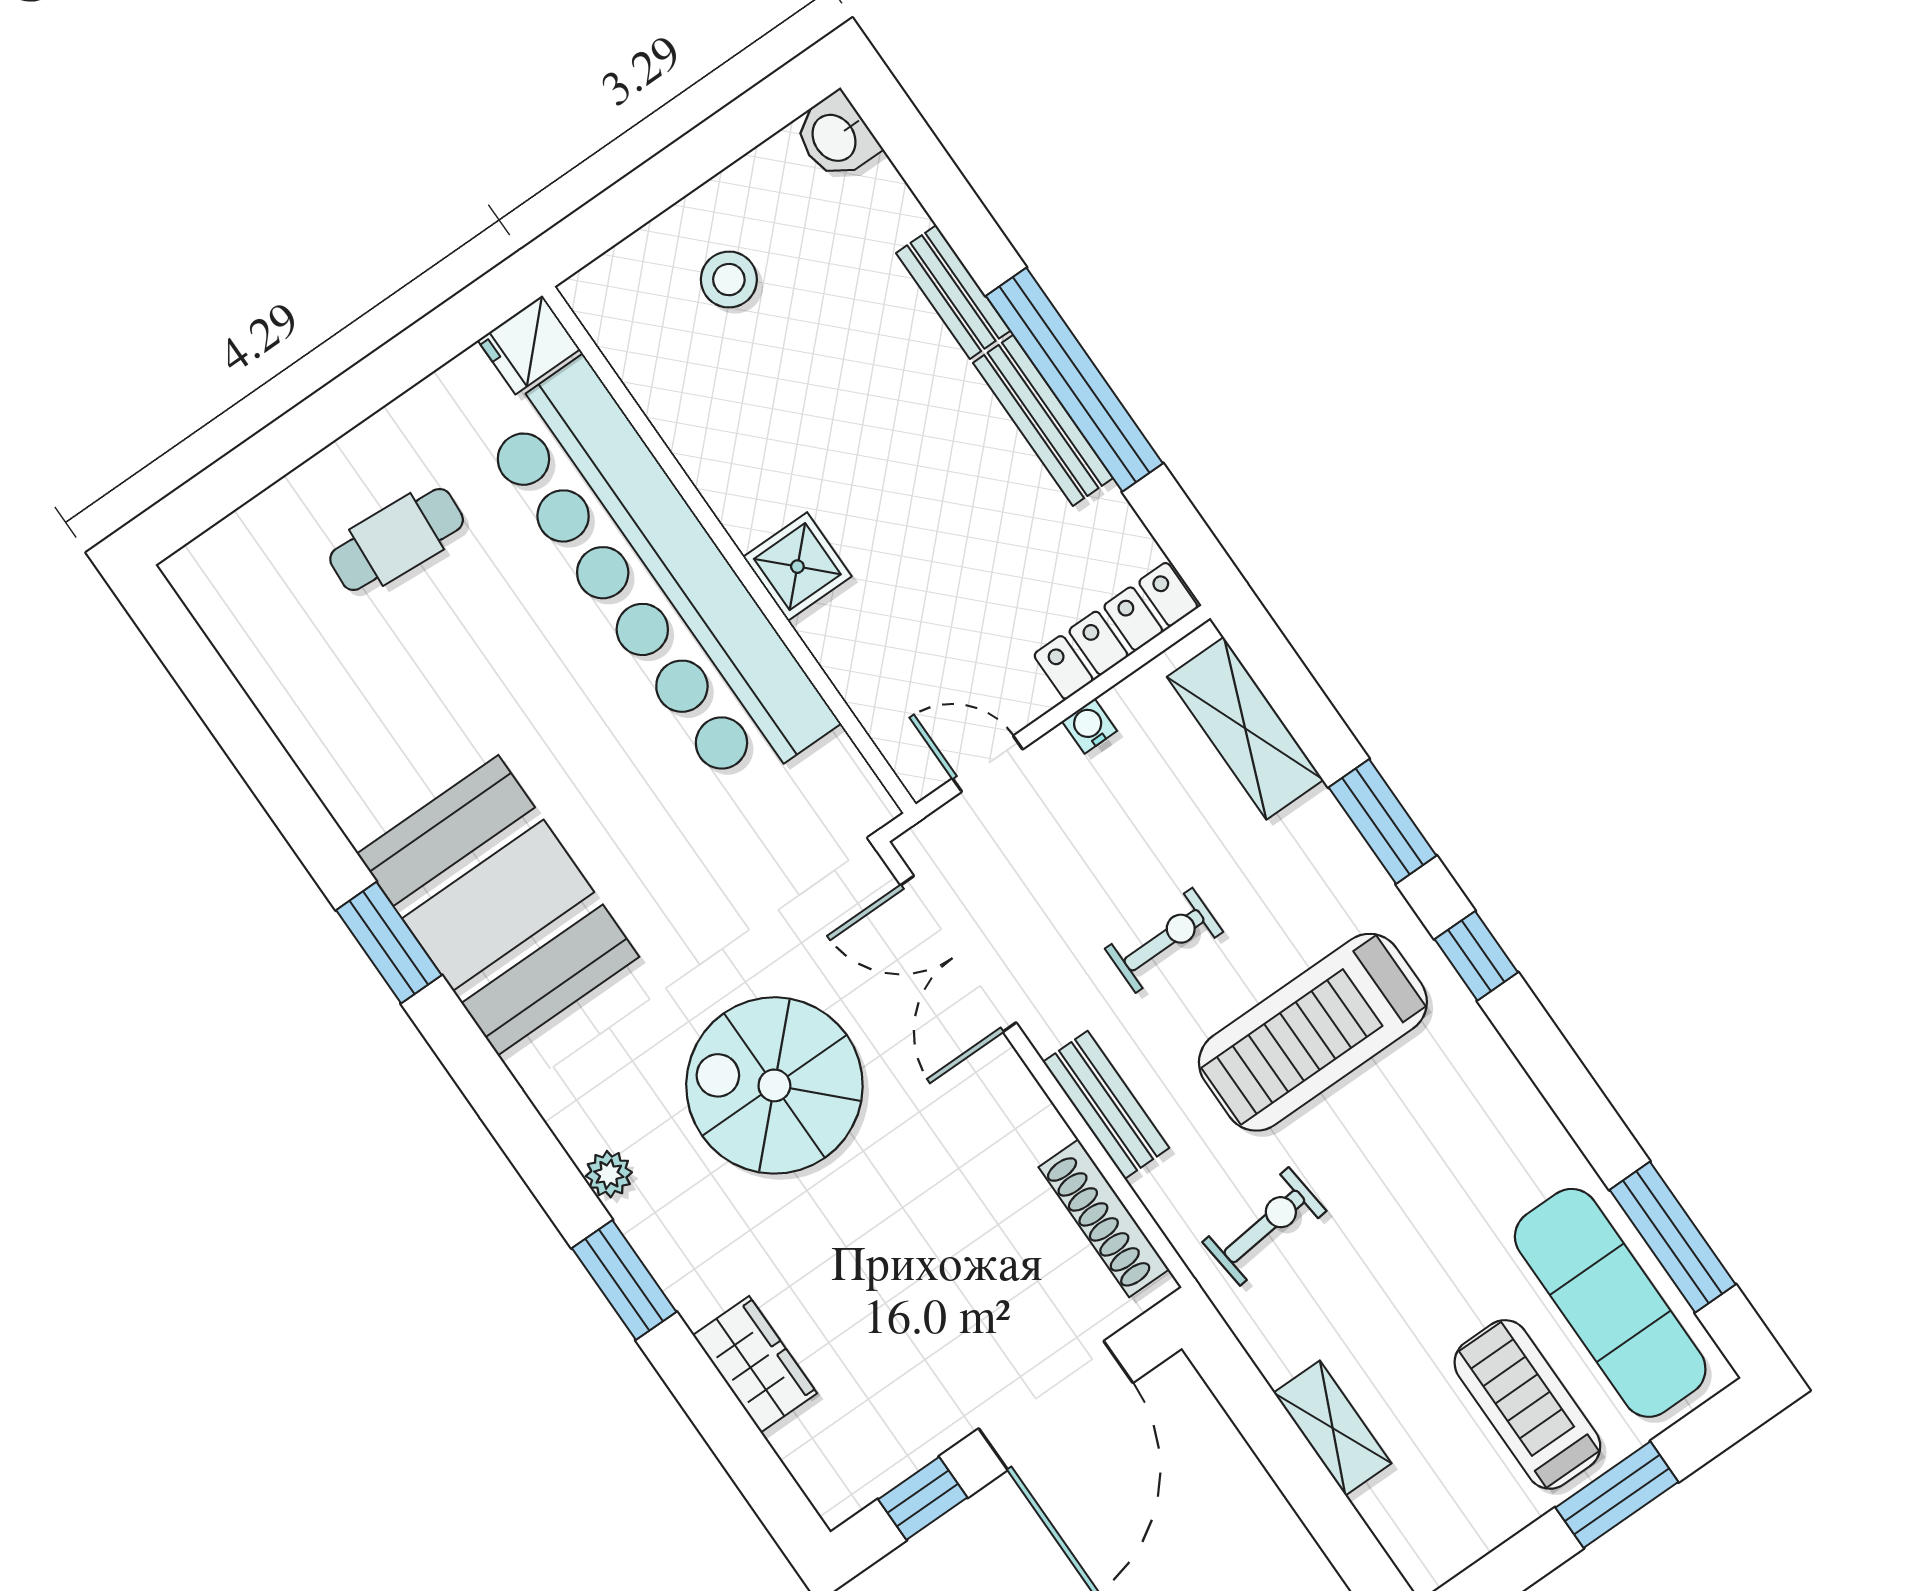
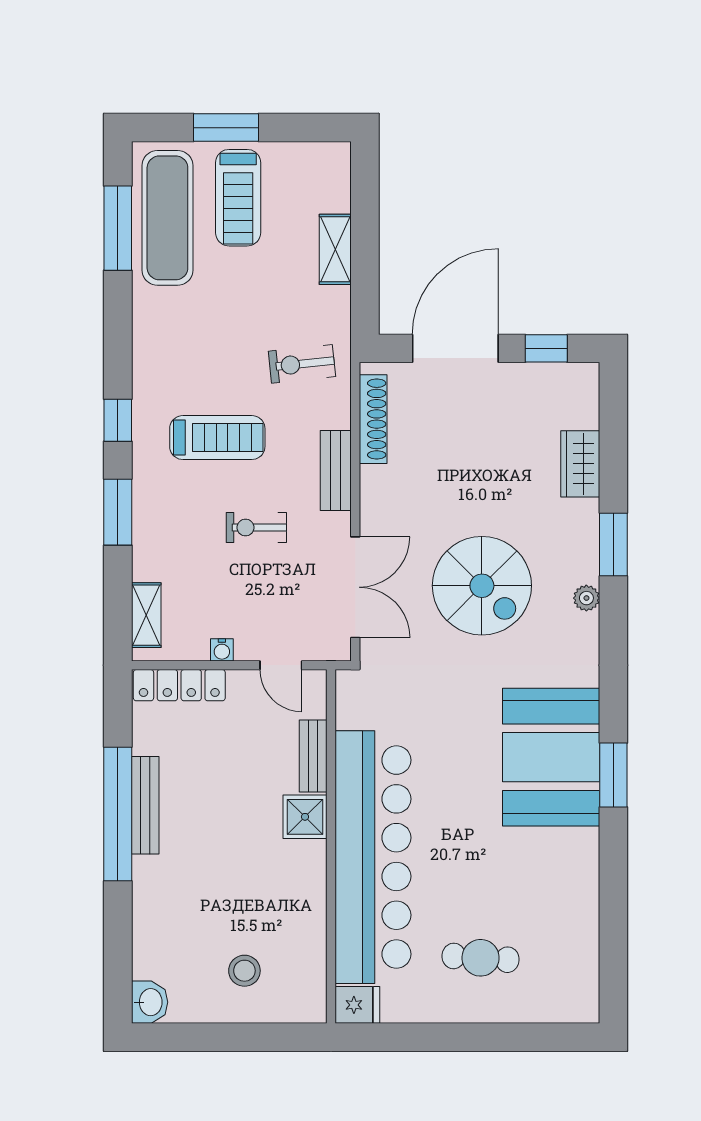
bench: (953, 292) -> (313, 756), moved
shelving: (1245, 728) -> (146, 615), width x0.67, depth x0.75
treadmill: (1313, 1032) -> (217, 438), width x0.73, depth x0.73

